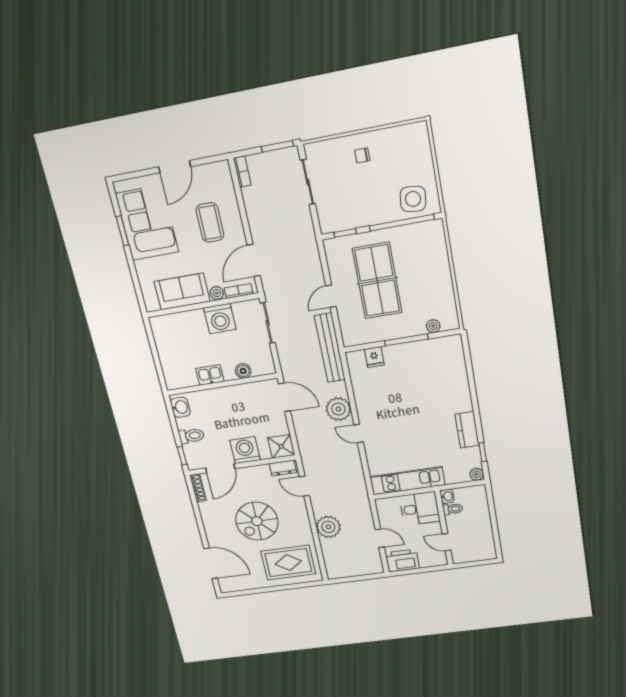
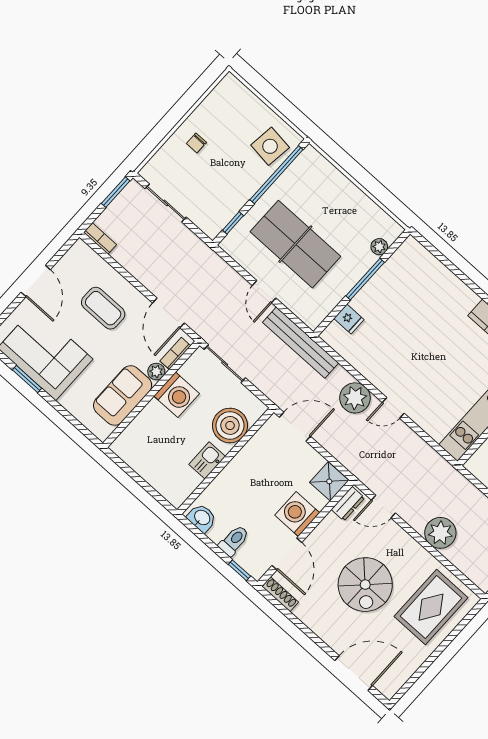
boiler: (243, 371) -> (230, 425), width x1.86, depth x1.86

